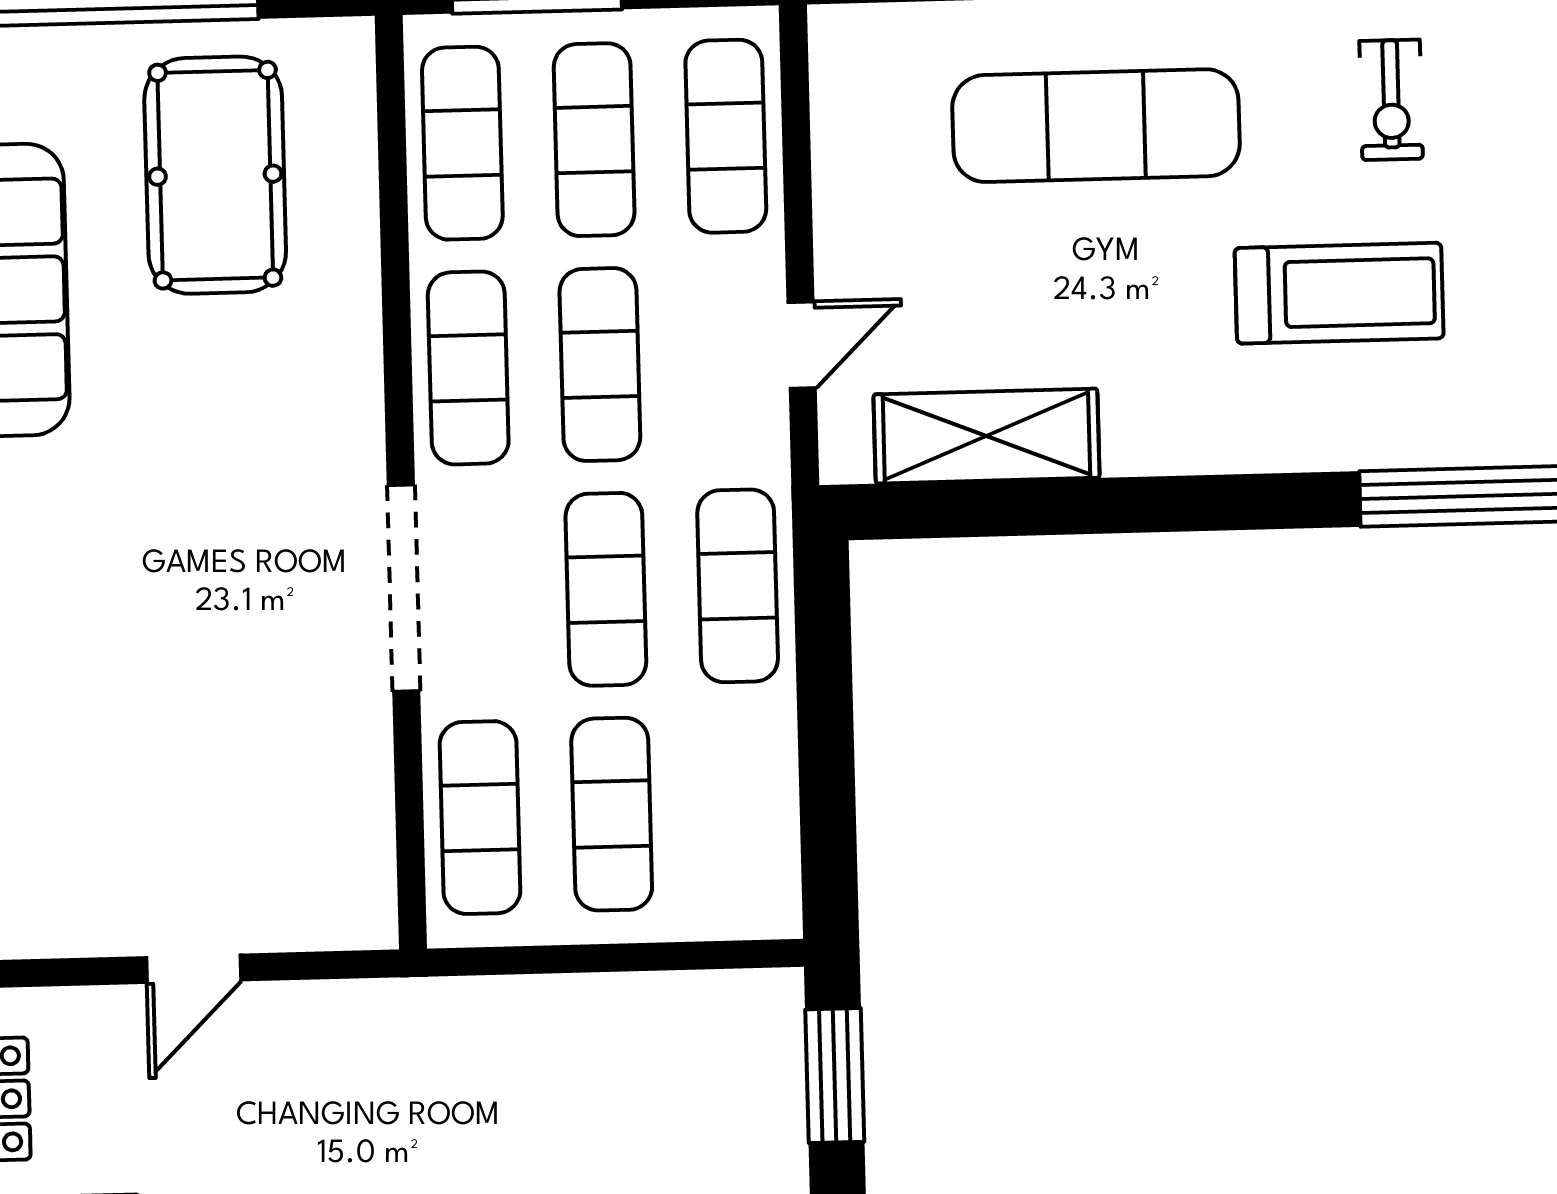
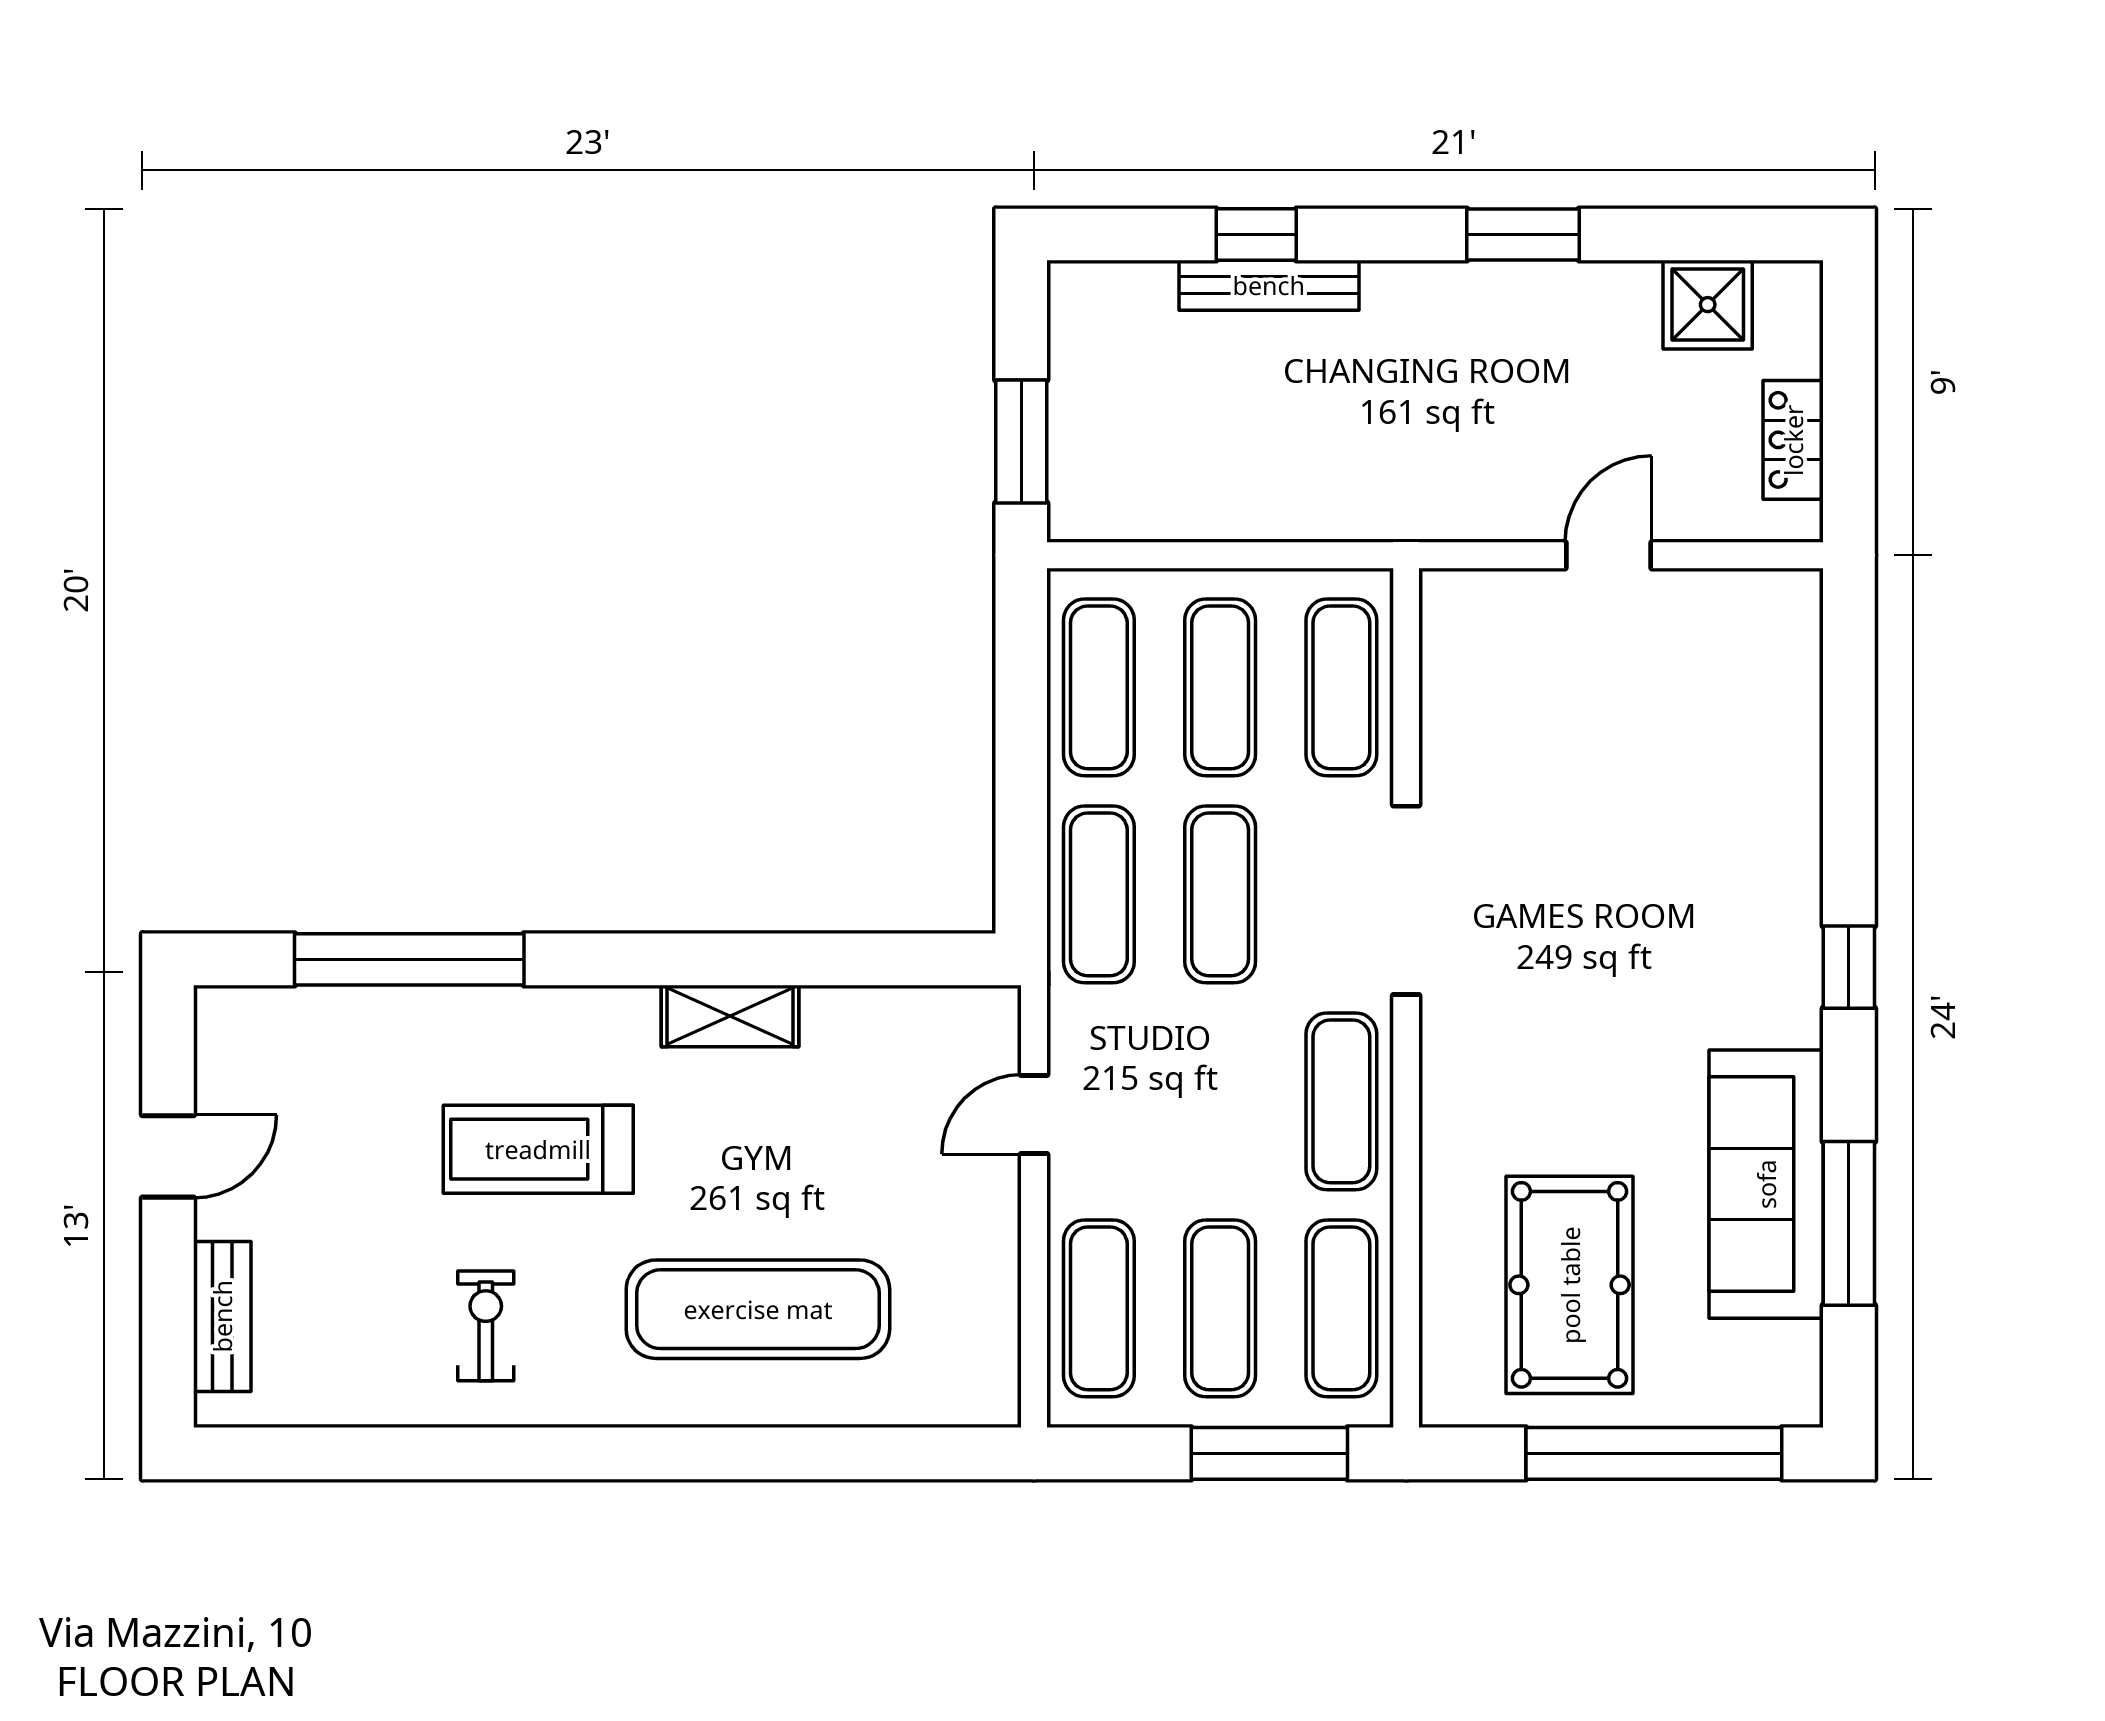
exercise mat: (600, 365) -> (1099, 687), moved
shelving: (986, 436) -> (730, 1016), moved, width x0.67, depth x0.75

